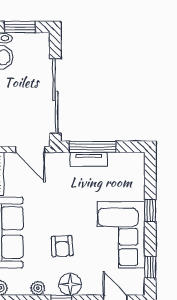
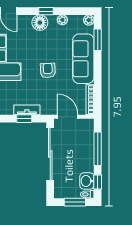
window: (93, 147) -> (24, 119), width x0.46
armchair: (62, 246) -> (48, 70), moved

